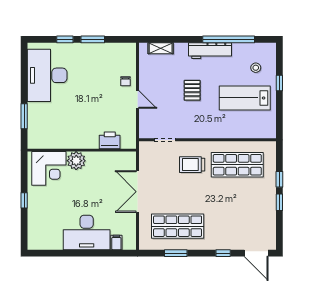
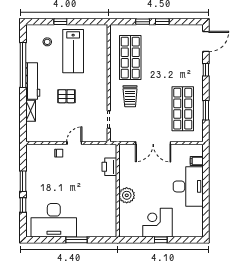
shelving: (161, 48) -> (31, 111), moved
window: (24, 116) -> (76, 240), moved
corner desk: (49, 168) -> (158, 223), moved, turned -90

